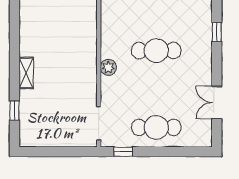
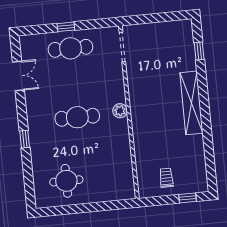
plant: (108, 67) -> (120, 111), moved
shelving: (26, 73) -> (191, 103), width x2.20, depth x1.33
window: (123, 152) -> (66, 27), moved

